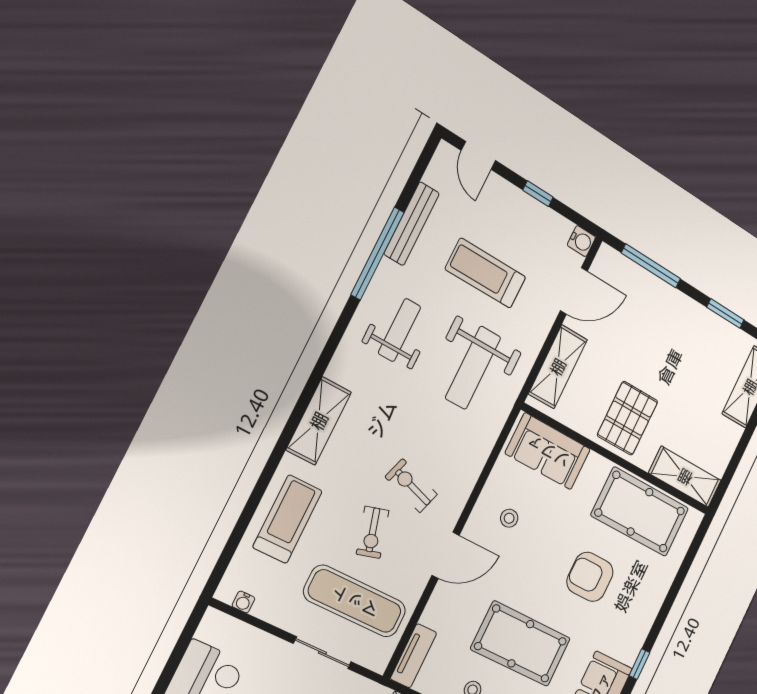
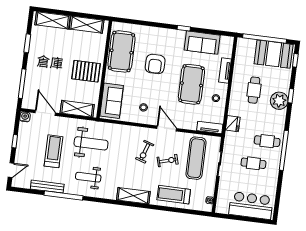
treadmill: (486, 273) -> (53, 151), turned 180
shelving: (685, 477) -> (87, 25), moved, turned 90

